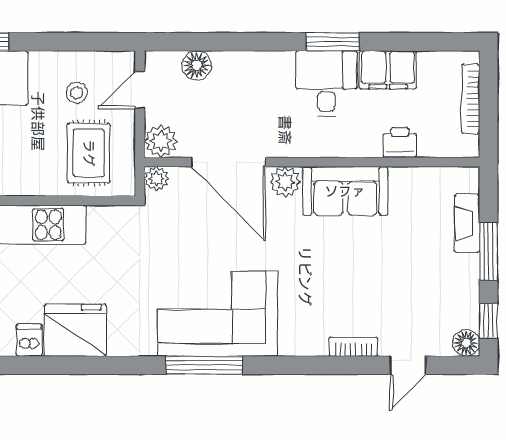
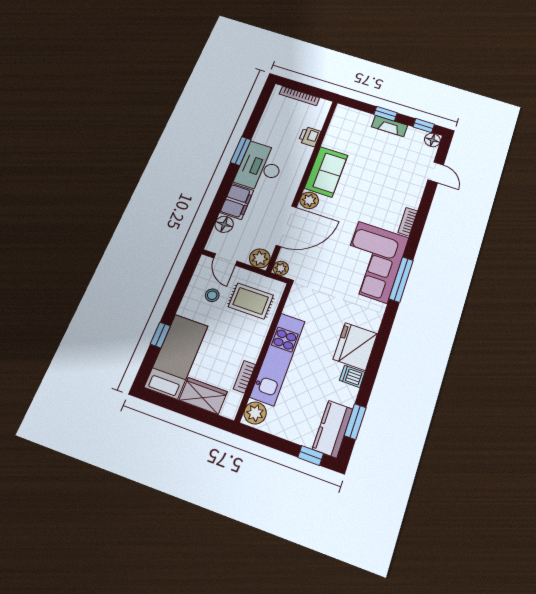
filing cabinet: (388, 70) -> (237, 201), moved
desk: (326, 84) -> (260, 167), width x1.37
fireplace: (467, 223) -> (390, 126), moved
window: (489, 252) -> (385, 114), width x0.67
bookcase: (353, 347) -> (408, 222), moved

